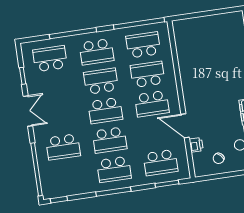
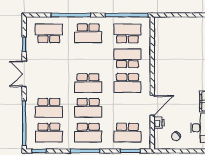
school desk: (101, 81) -> (49, 133), moved, turned 180
double door: (28, 111) -> (24, 74), swing flipped
door: (185, 126) -> (152, 105), swing flipped

